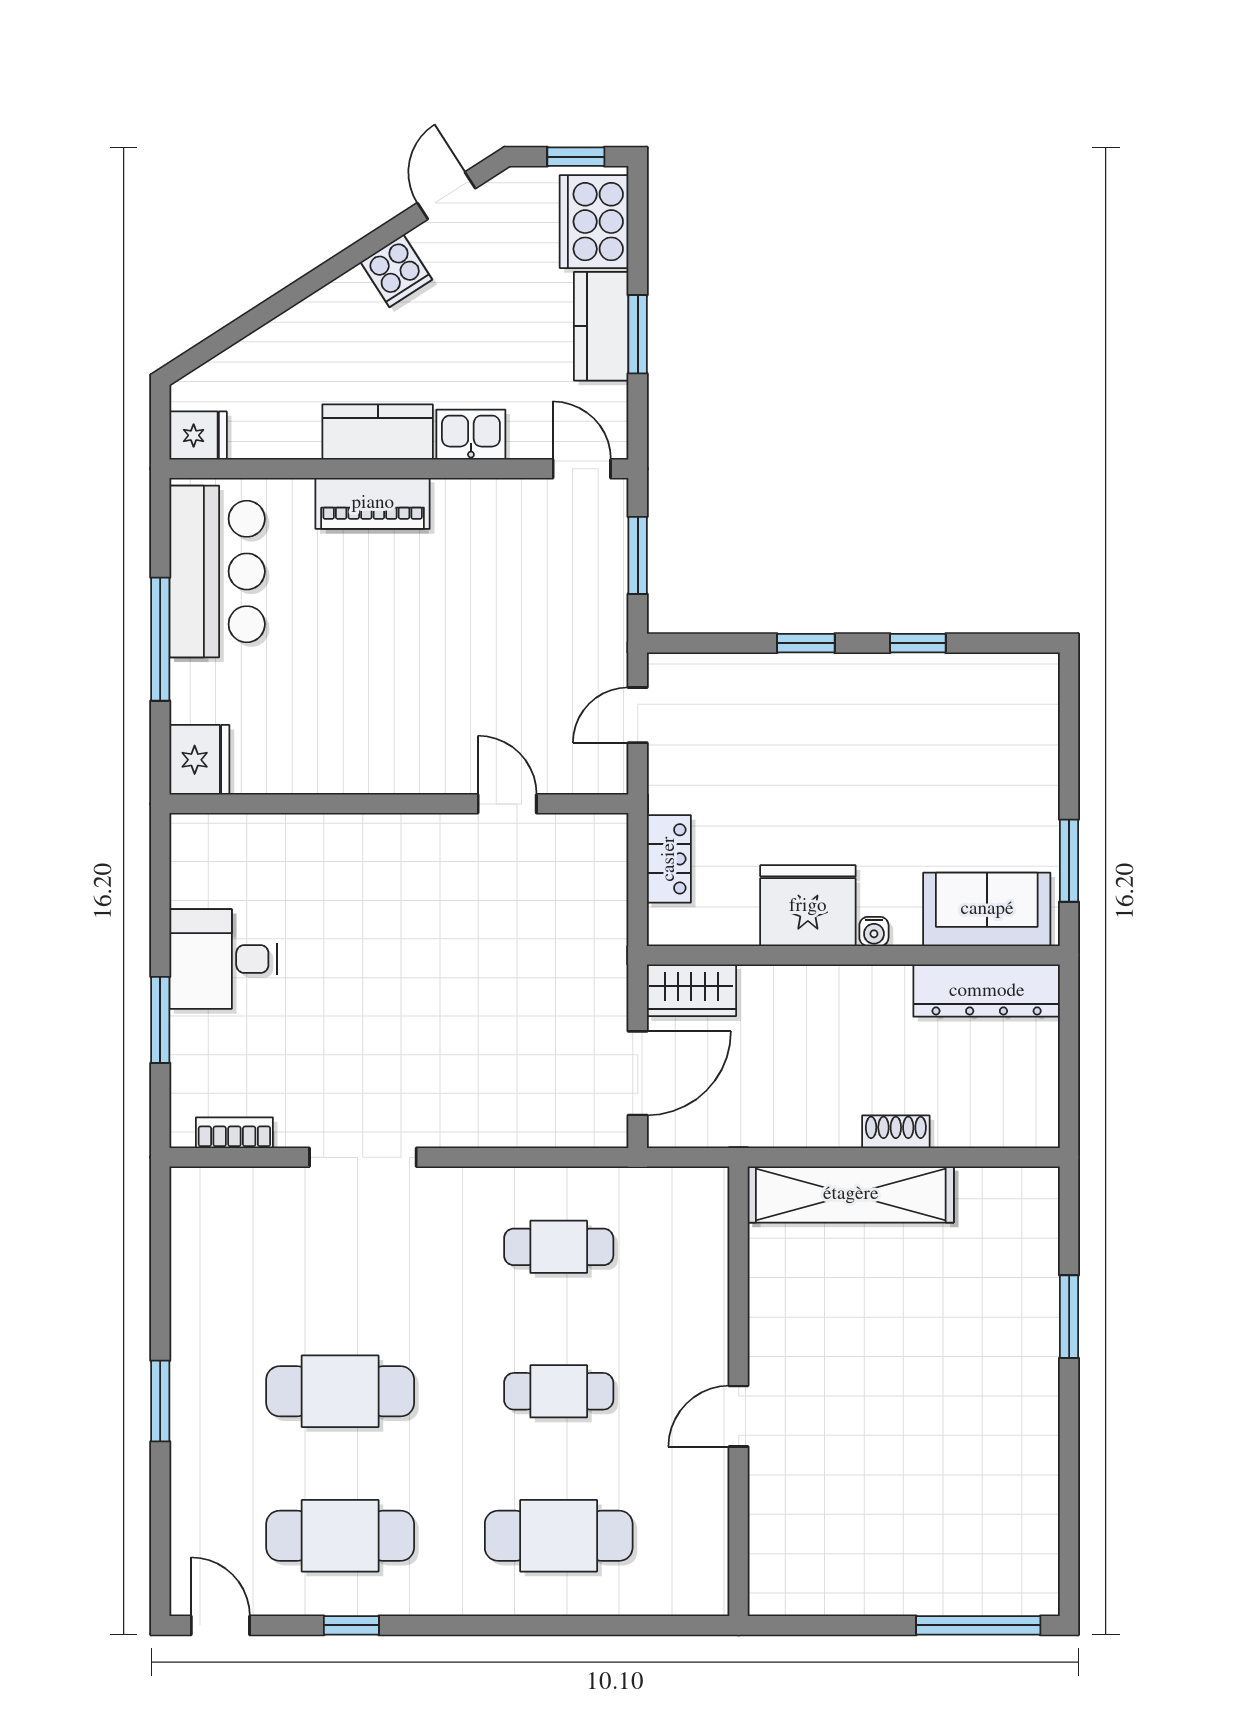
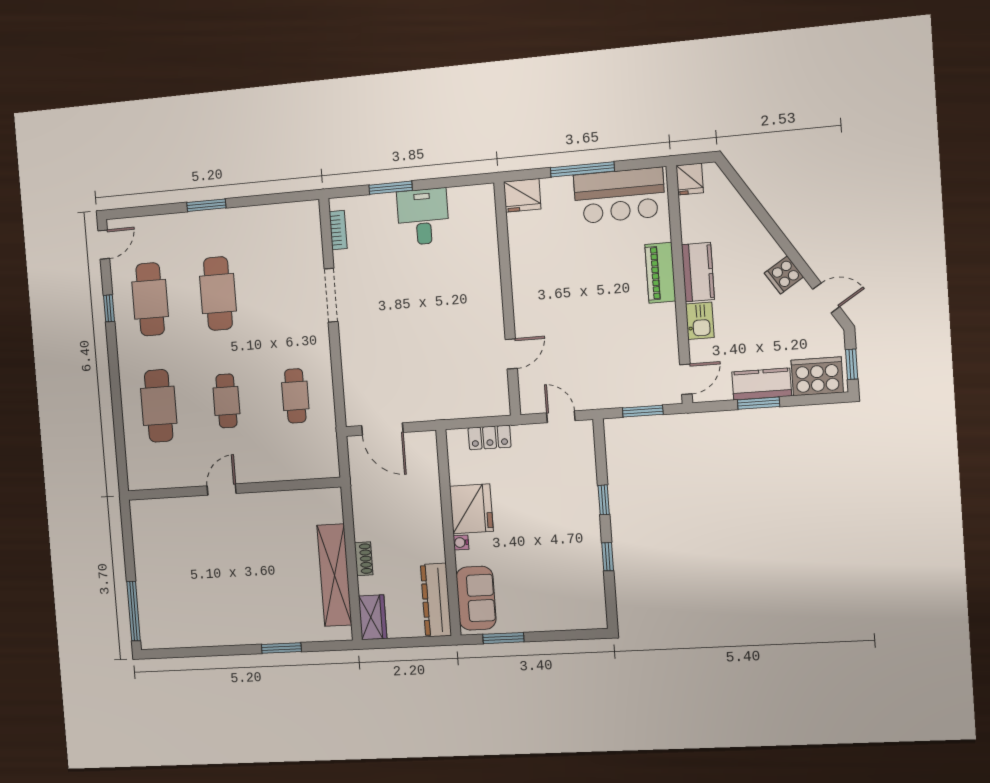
wardrobe: (691, 990) -> (373, 617), moved, turned 180
shelving: (851, 1194) -> (334, 575), moved
door: (739, 1416) -> (222, 490), hinge flipped

